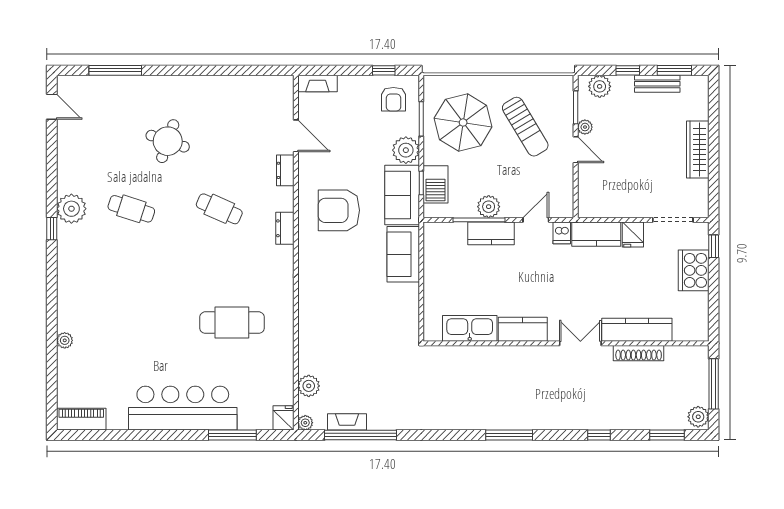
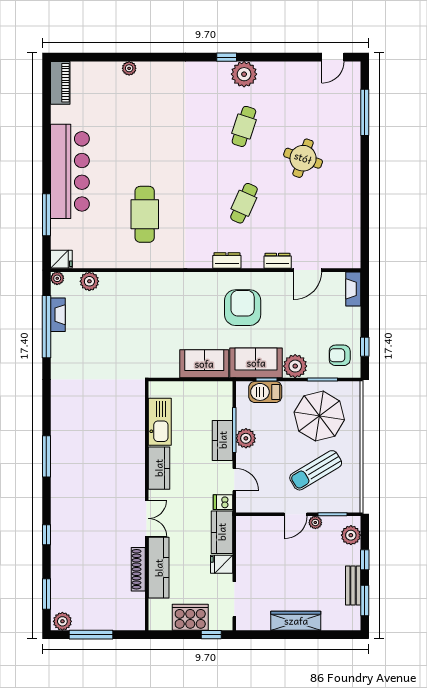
kitchen sink: (470, 328) -> (160, 422), moved
kitchen counter: (523, 329) -> (159, 468), moved
kitchen counter: (637, 330) -> (159, 568), moved
wall: (566, 343) -> (147, 506), moved
double door: (580, 343) -> (147, 518), moved
shoe rack: (639, 353) -> (138, 569), moved

